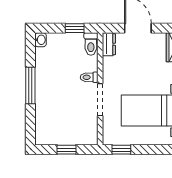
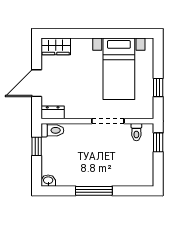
toilet: (89, 77) -> (136, 132), moved
window: (67, 150) -> (158, 142), moved
window: (121, 150) -> (158, 88), moved

